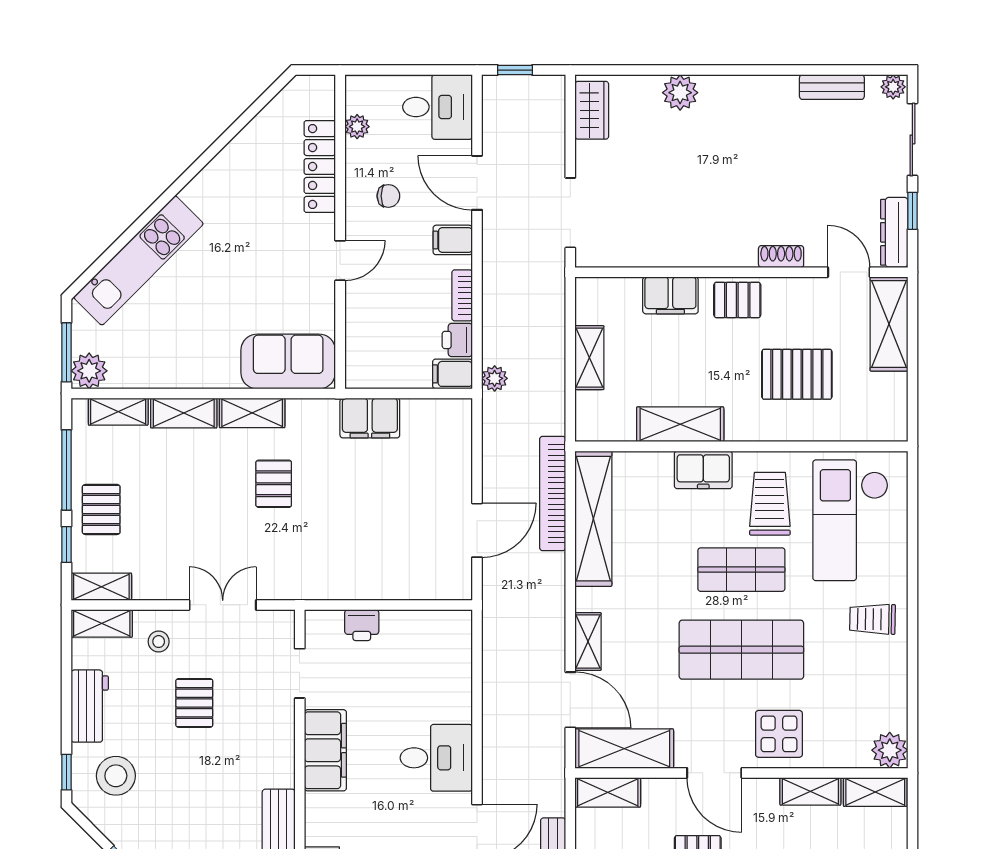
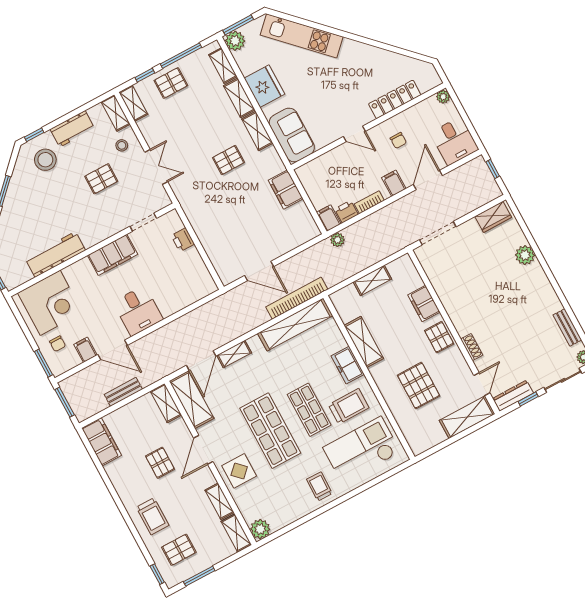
plant: (357, 127) -> (443, 97), moved
fridge: (187, 363) -> (264, 86), added

